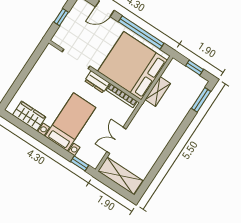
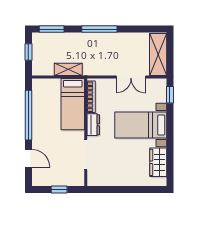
bed: (133, 66) -> (73, 104), width x0.49
window: (174, 140) -> (99, 29), added

